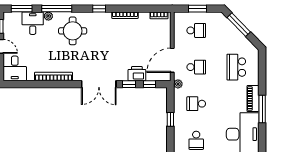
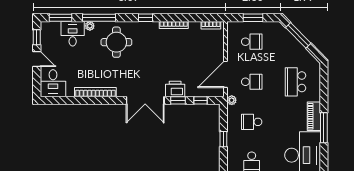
printer: (137, 74) -> (175, 89), moved

